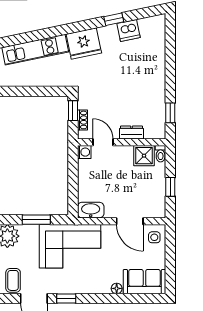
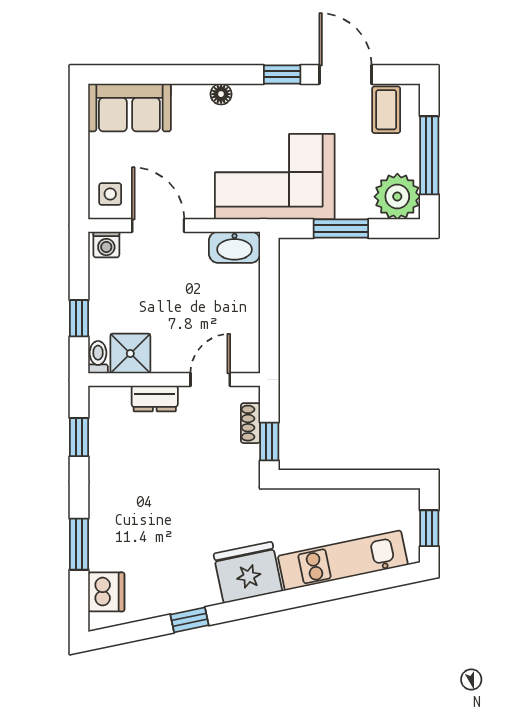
dishwasher: (129, 30) -> (106, 592), moved, turned 102
window: (170, 58) -> (79, 544), added
door: (103, 142) -> (210, 379), swing flipped
washing machine: (84, 152) -> (106, 244), moved, turned -90
window: (170, 187) -> (79, 318), moved
floor lamp: (117, 288) -> (221, 94), moved

